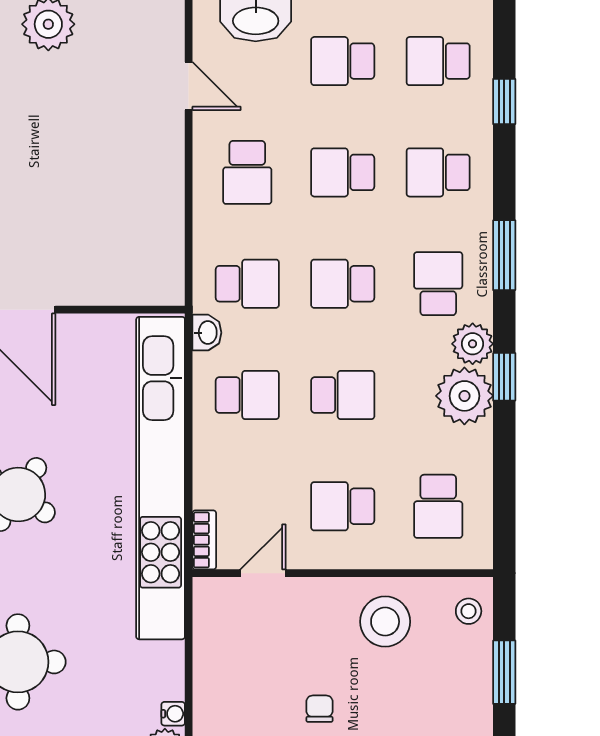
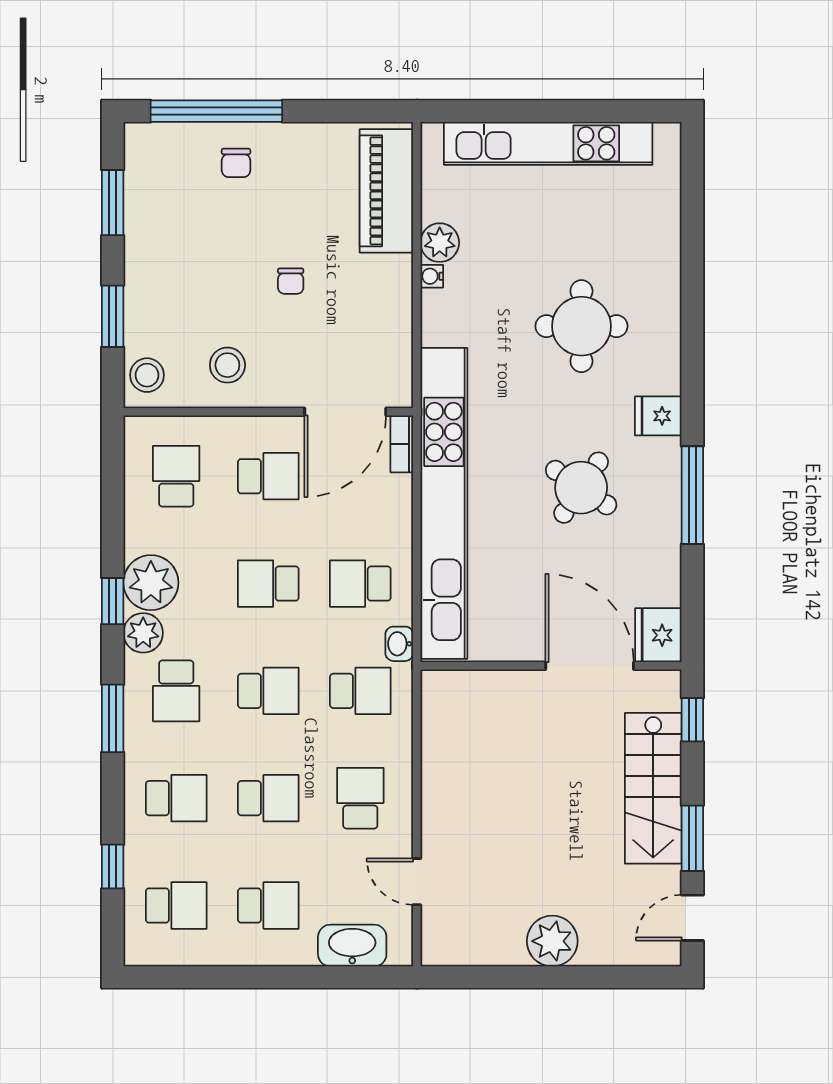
school desk: (247, 284) -> (360, 691), turned 180
door: (263, 573) -> (345, 412), width x1.88
stool: (469, 611) -> (147, 375), width x1.37, depth x1.37
stool: (385, 622) -> (227, 365), width x0.73, depth x0.73

